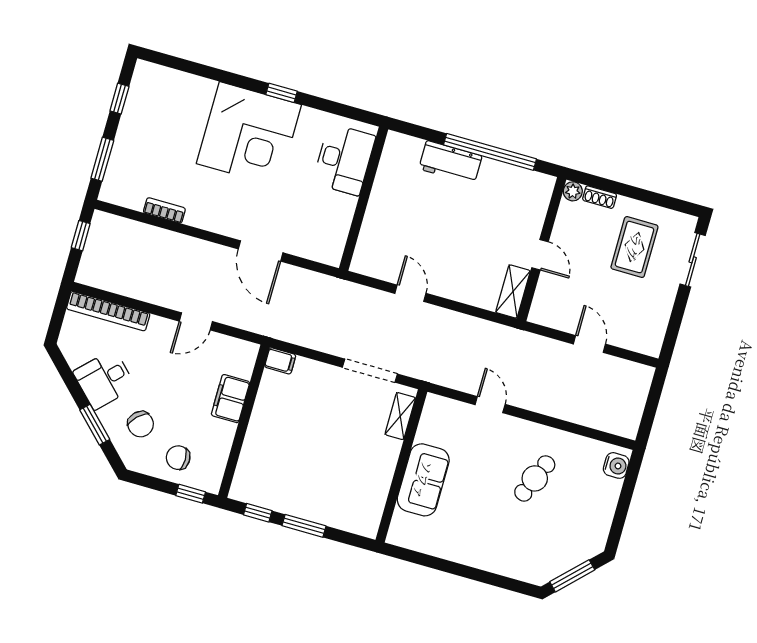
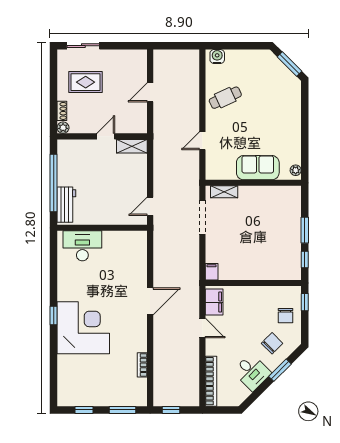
desk: (344, 160) -> (82, 246), moved
wall: (364, 199) -> (102, 228), moved
filing cabinet: (230, 399) -> (214, 302), moved, turned -90
cafe table: (535, 478) -> (225, 98), moved, turned -48
plant: (402, 538) -> (296, 170), added

